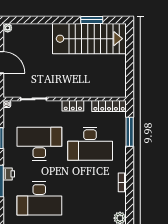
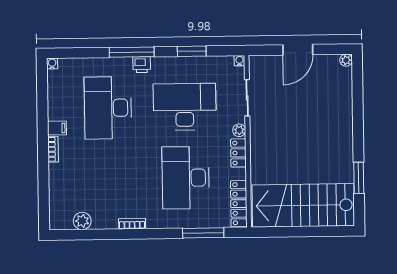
stairs: (89, 39) -> (303, 205), moved, turned 90
plant: (57, 105) -> (239, 130), added
desk: (39, 144) -> (185, 107), turned -90

